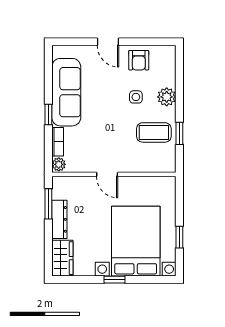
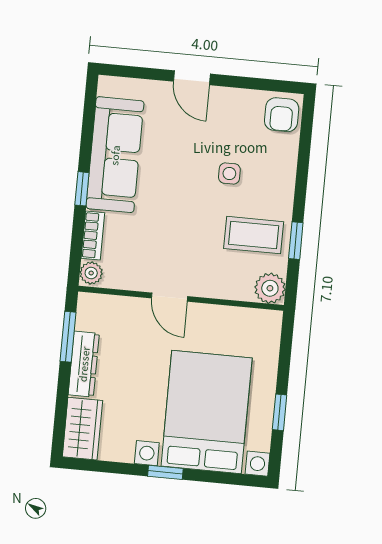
armchair: (139, 60) -> (282, 115), moved
plant: (167, 97) -> (270, 288), moved

